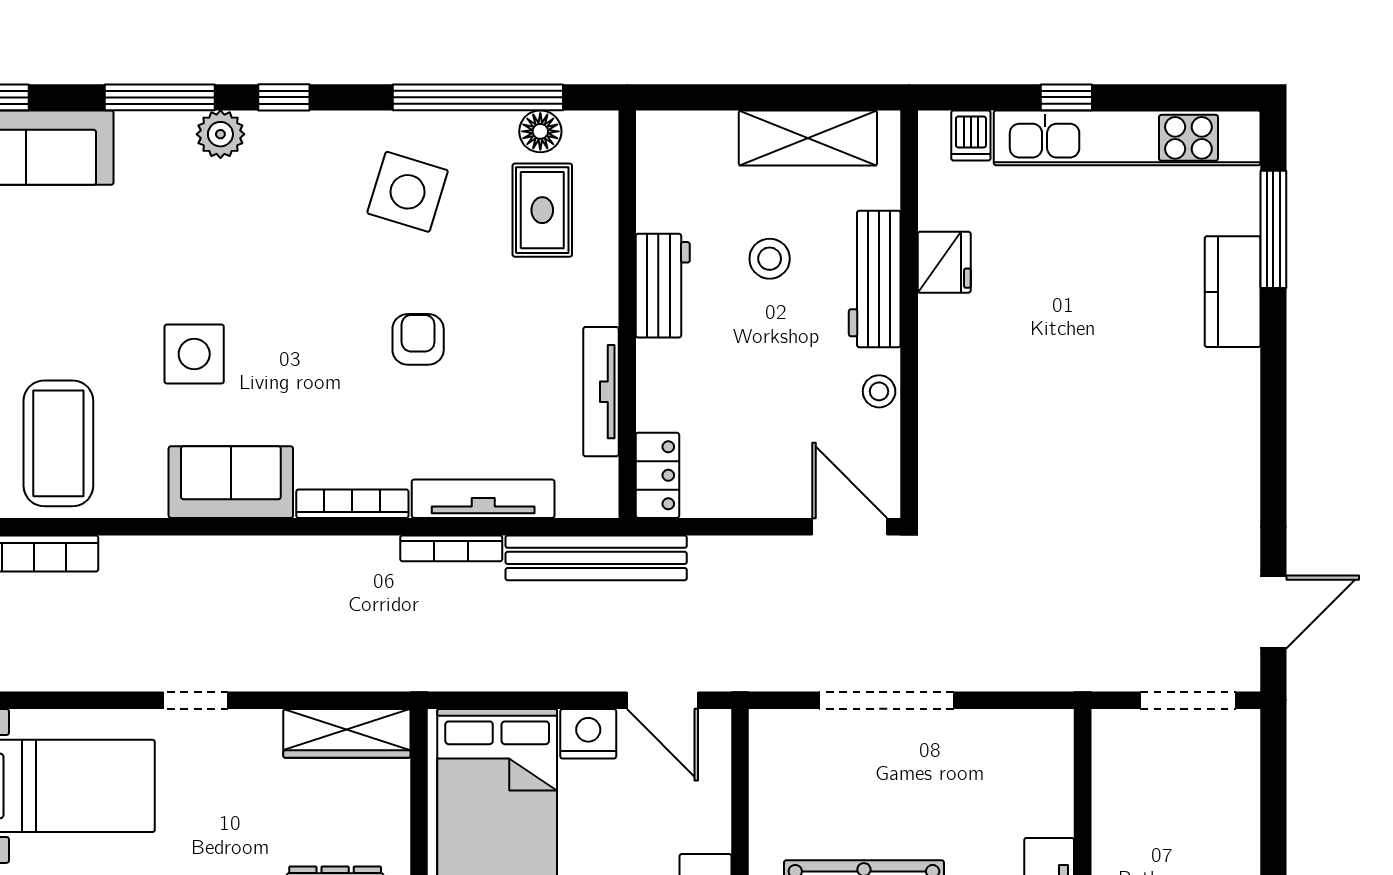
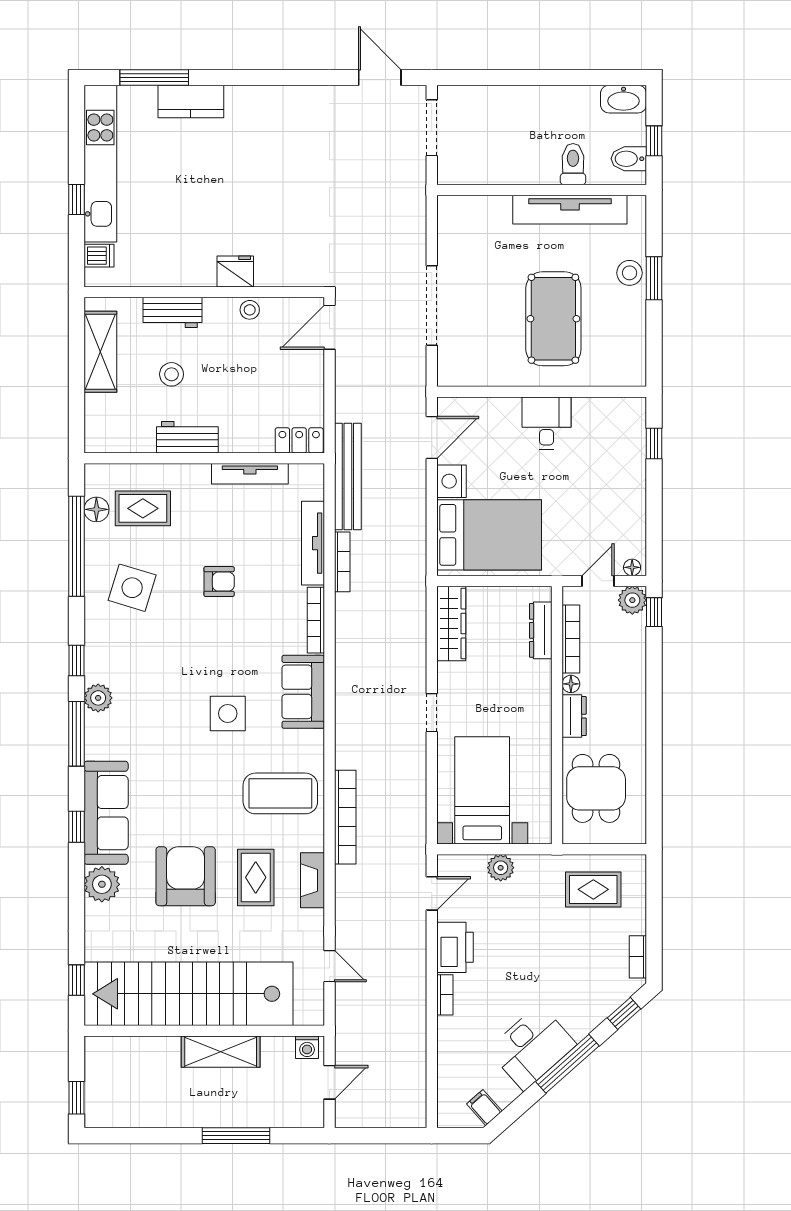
fridge: (944, 262) -> (235, 271), moved
workbench: (875, 279) -> (172, 312), width x0.73
armchair: (418, 339) -> (219, 582), turned 180

